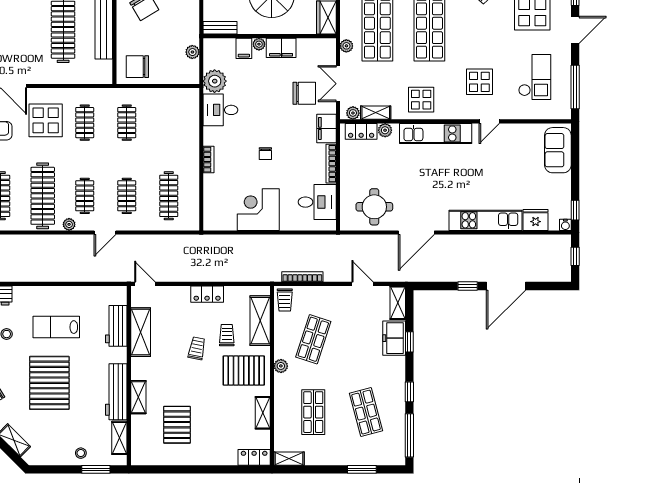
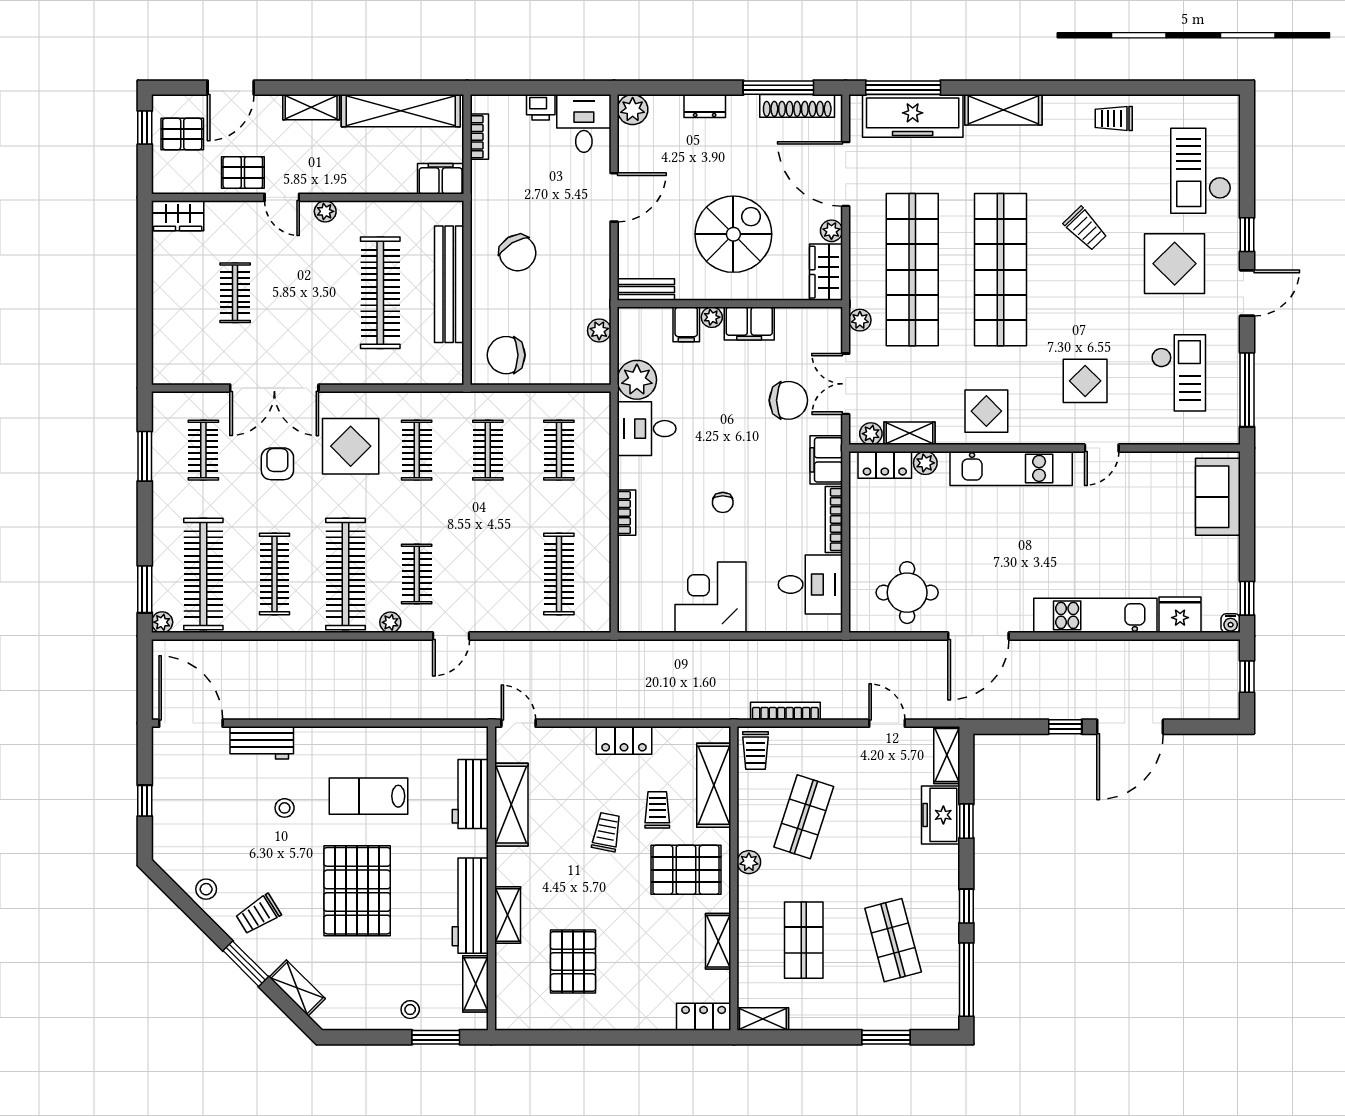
clothes rail: (127, 196) -> (559, 450), moved

